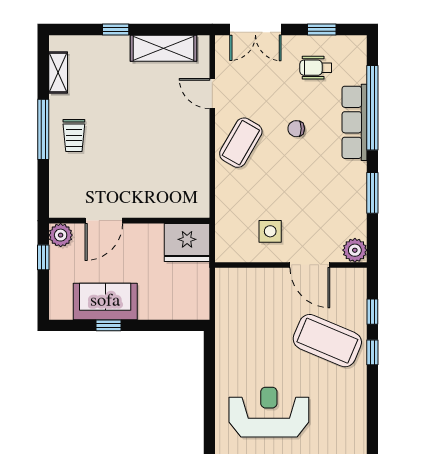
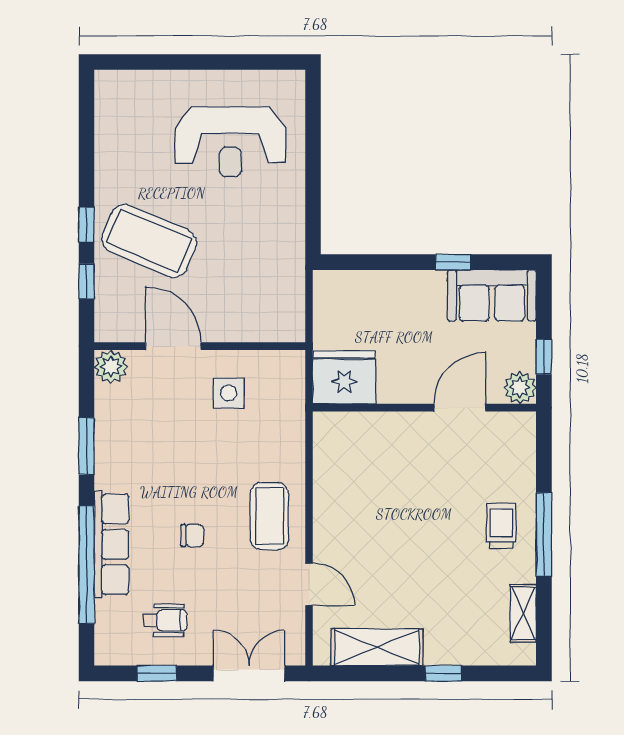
coffee table: (241, 143) -> (269, 516), turned -30
sofa: (105, 301) -> (492, 295), moved

